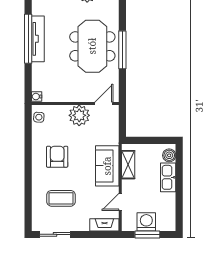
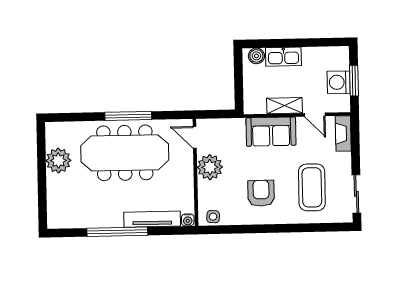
tv unit: (38, 39) -> (152, 219), moved
meeting table: (92, 46) -> (125, 153), width x1.36
armchair: (57, 157) -> (261, 193), turned 90
shelving: (128, 165) -> (285, 106), moved
coffee table: (61, 198) -> (312, 187), width x1.36, depth x1.32

